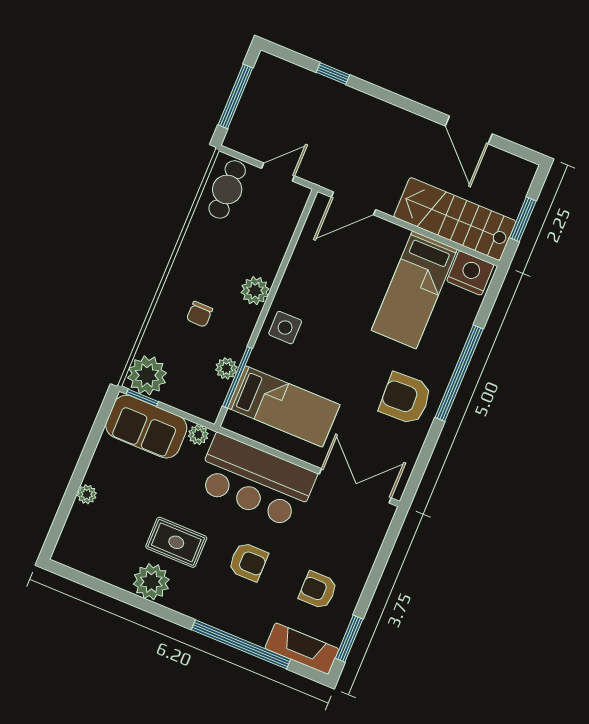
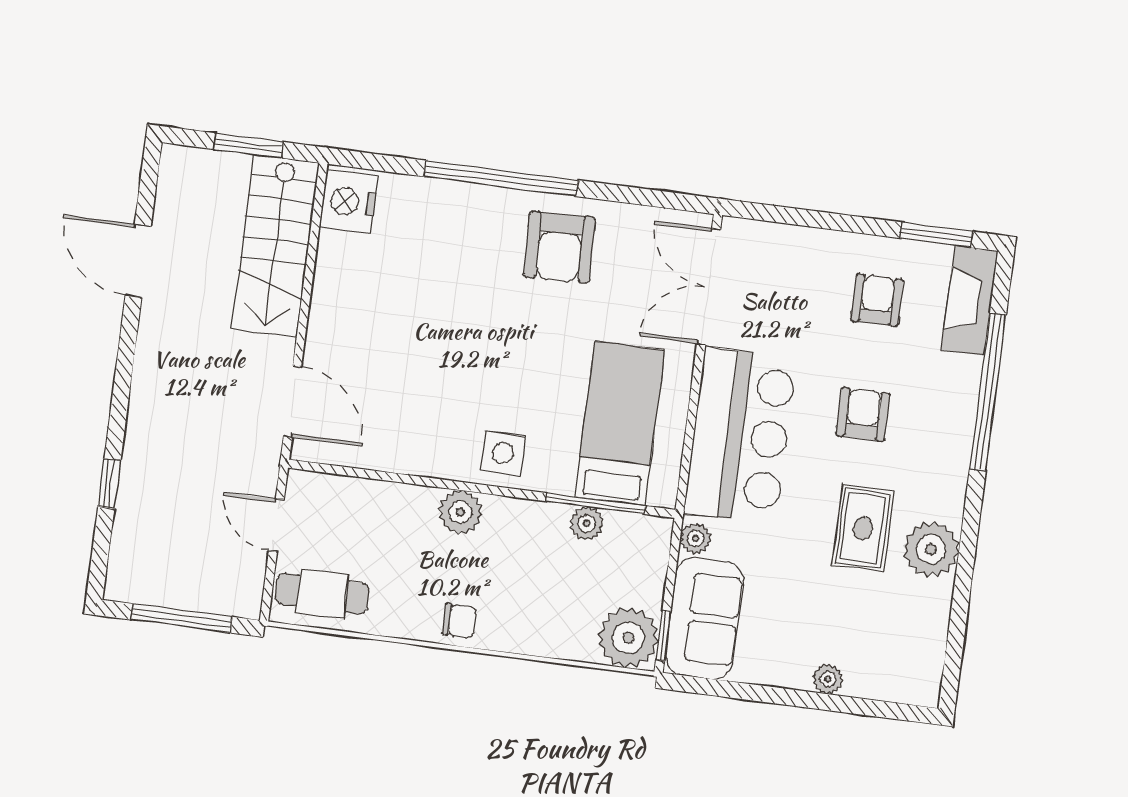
door: (469, 130) -> (138, 261), swing flipped
bed: (414, 290) -> (396, 278), removed
chair: (200, 314) -> (459, 621), moved
armchair: (318, 590) -> (877, 300), turned 180

